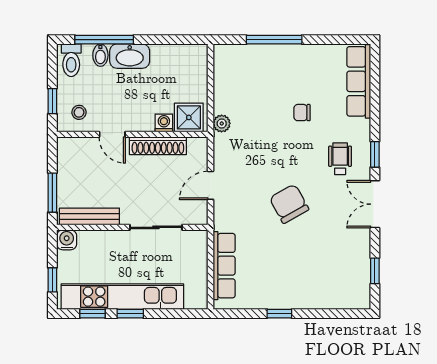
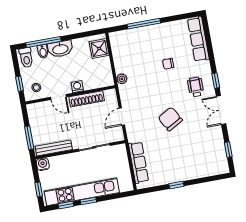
shower: (189, 117) -> (99, 48), moved
washing machine: (164, 123) -> (77, 87), moved

